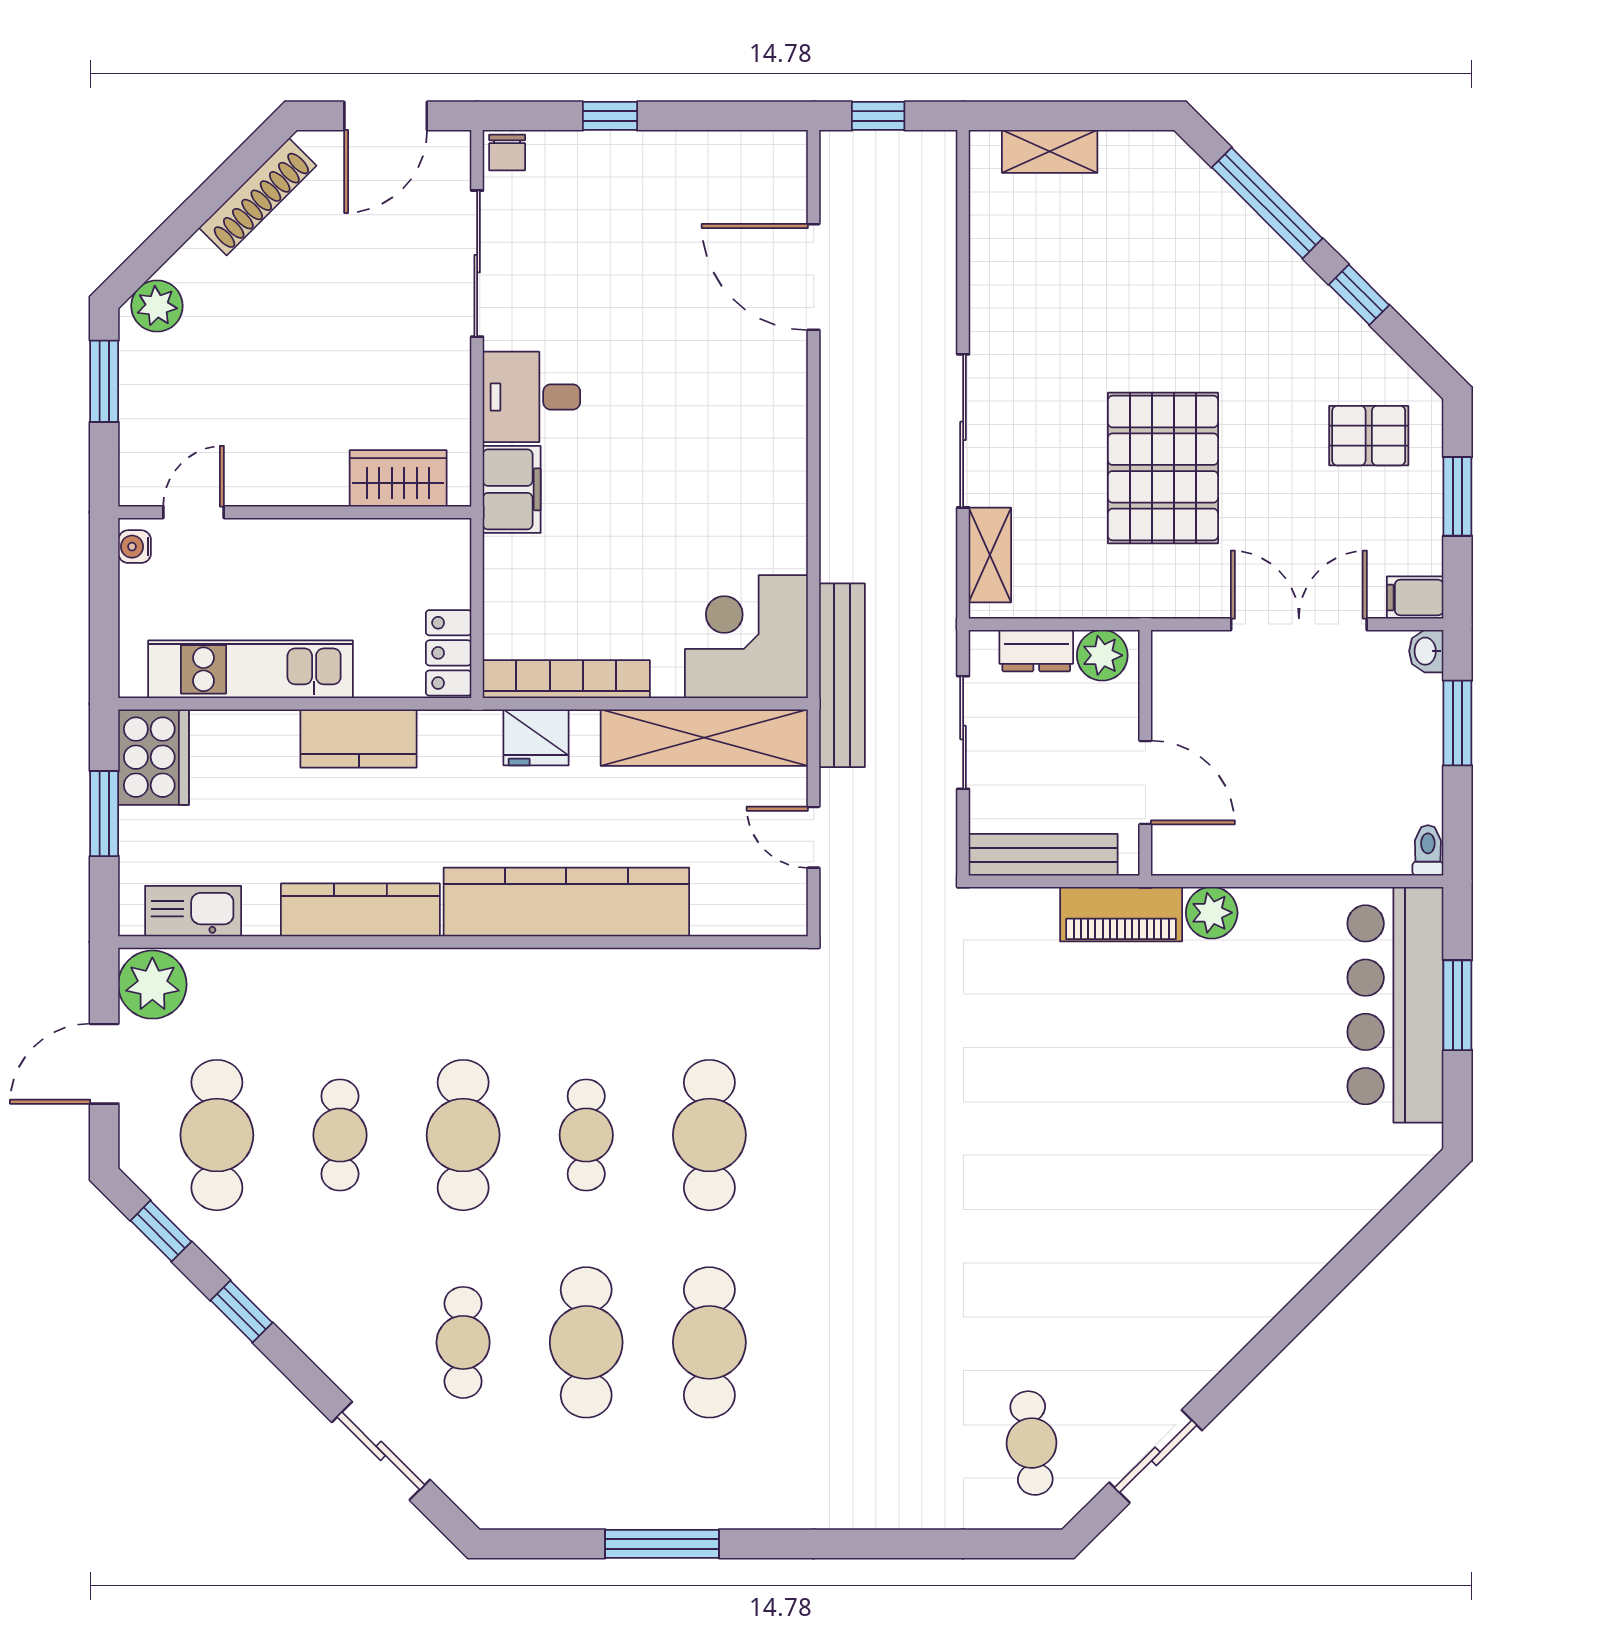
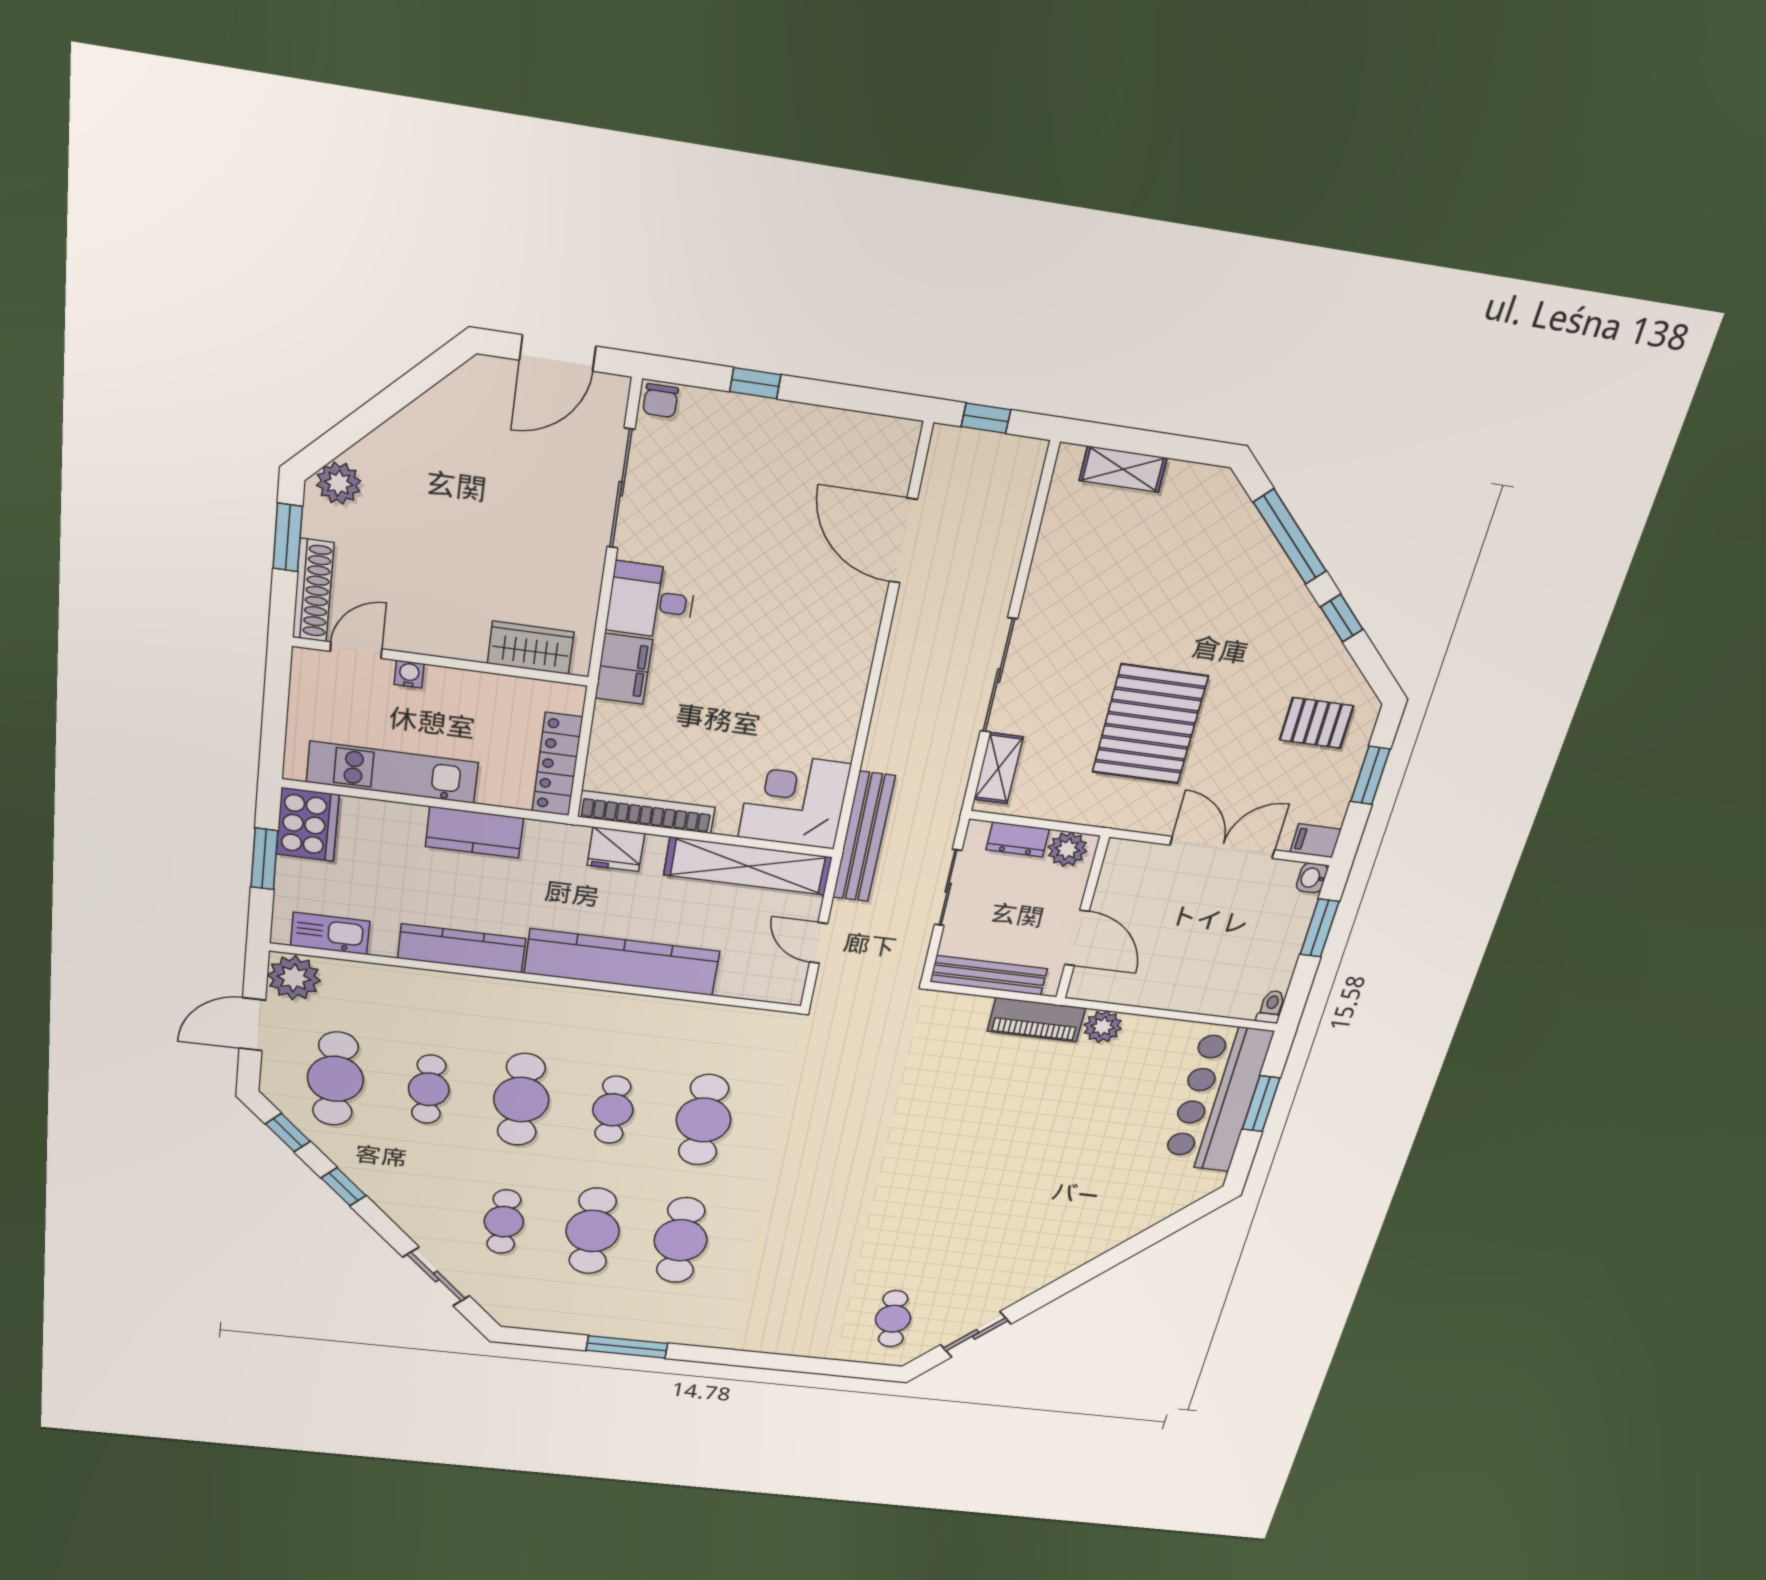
shoe rack: (258, 197) -> (313, 590), moved, turned -45
water cooler: (135, 547) -> (409, 674), moved, turned 90
locker: (449, 653) -> (557, 764), width x1.53

